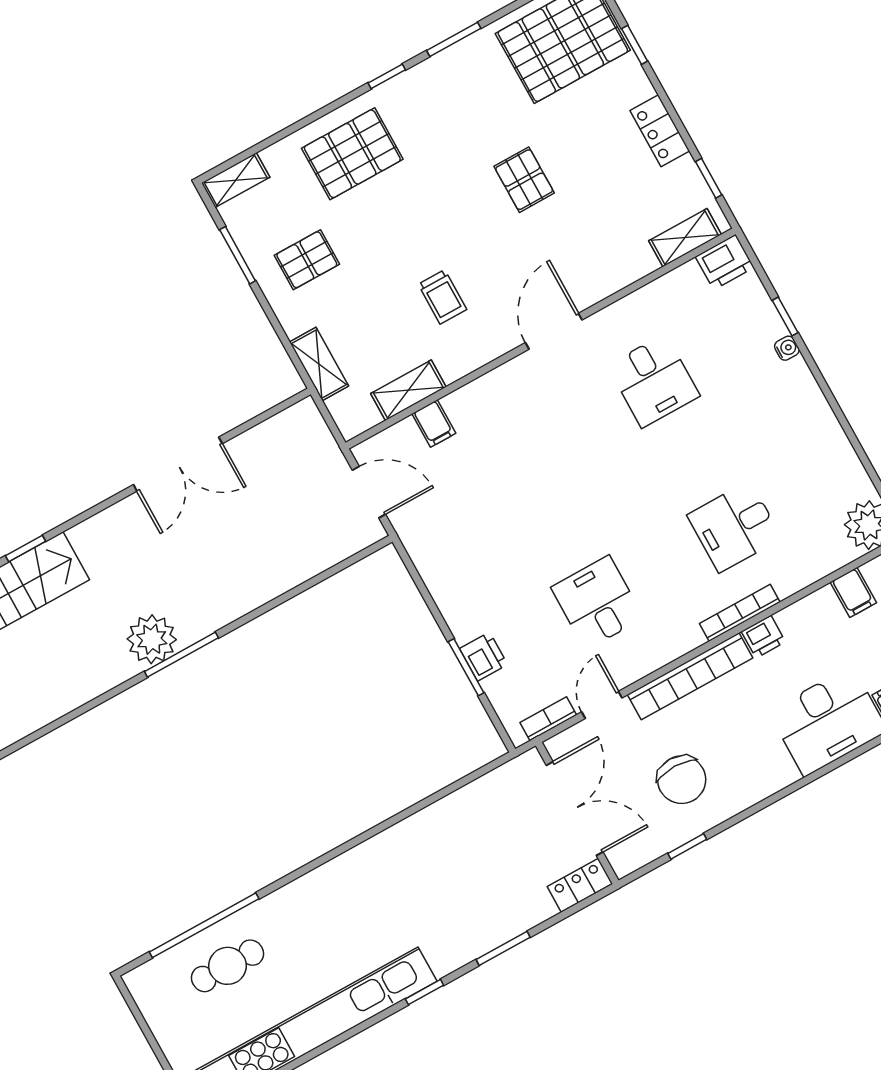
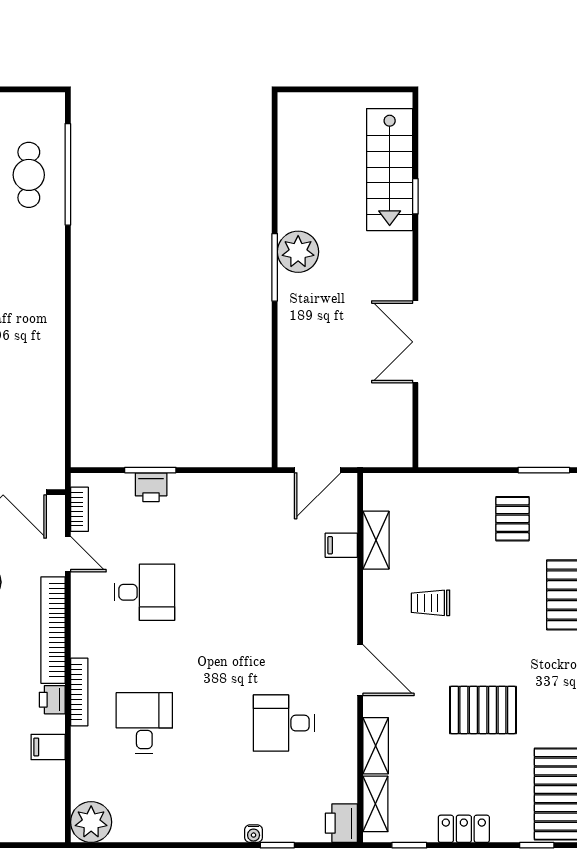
pallet: (524, 180) -> (483, 710), width x1.50, depth x1.42
shelving: (319, 364) -> (376, 746), moved, turned 90
filing cabinet: (853, 592) -> (48, 747), moved

